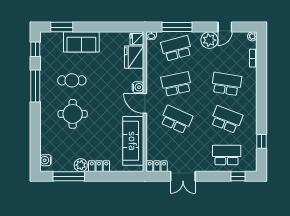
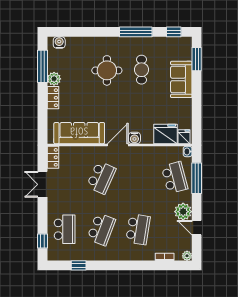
school desk: (176, 84) -> (138, 178), removed

